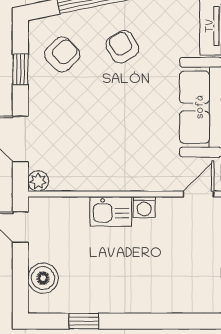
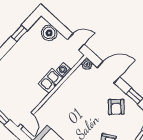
armchair: (62, 54) -> (116, 107), moved
washing machine: (144, 207) -> (64, 70), moved

